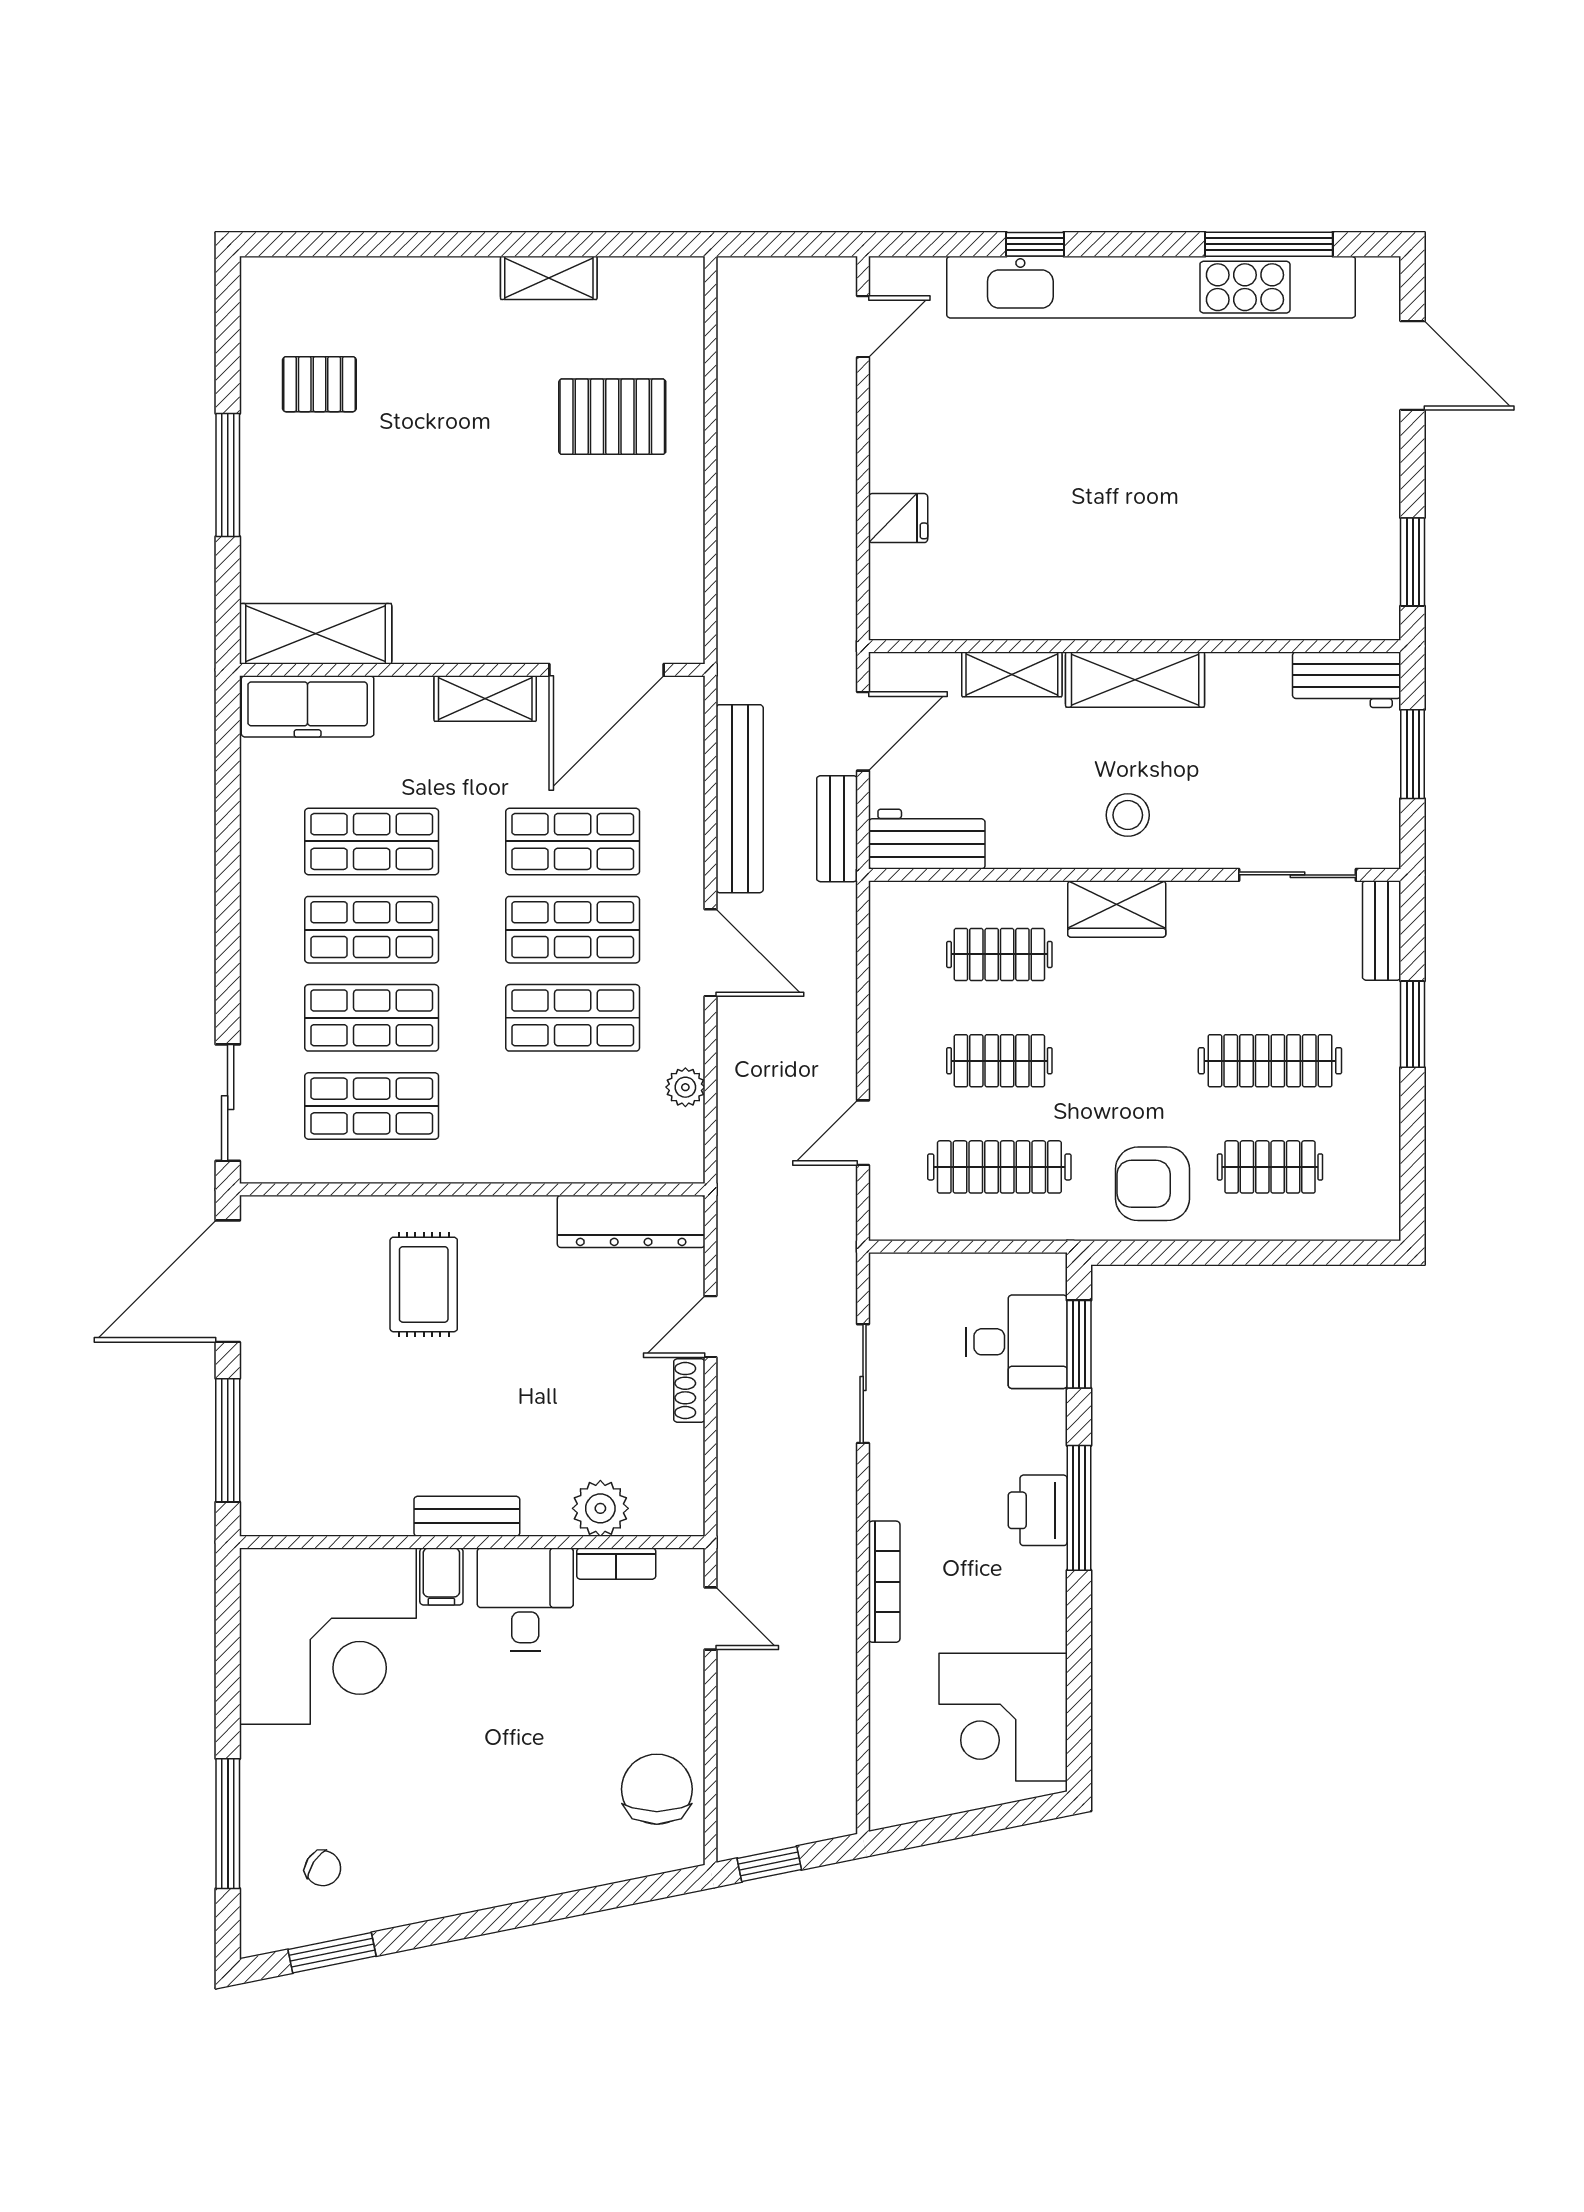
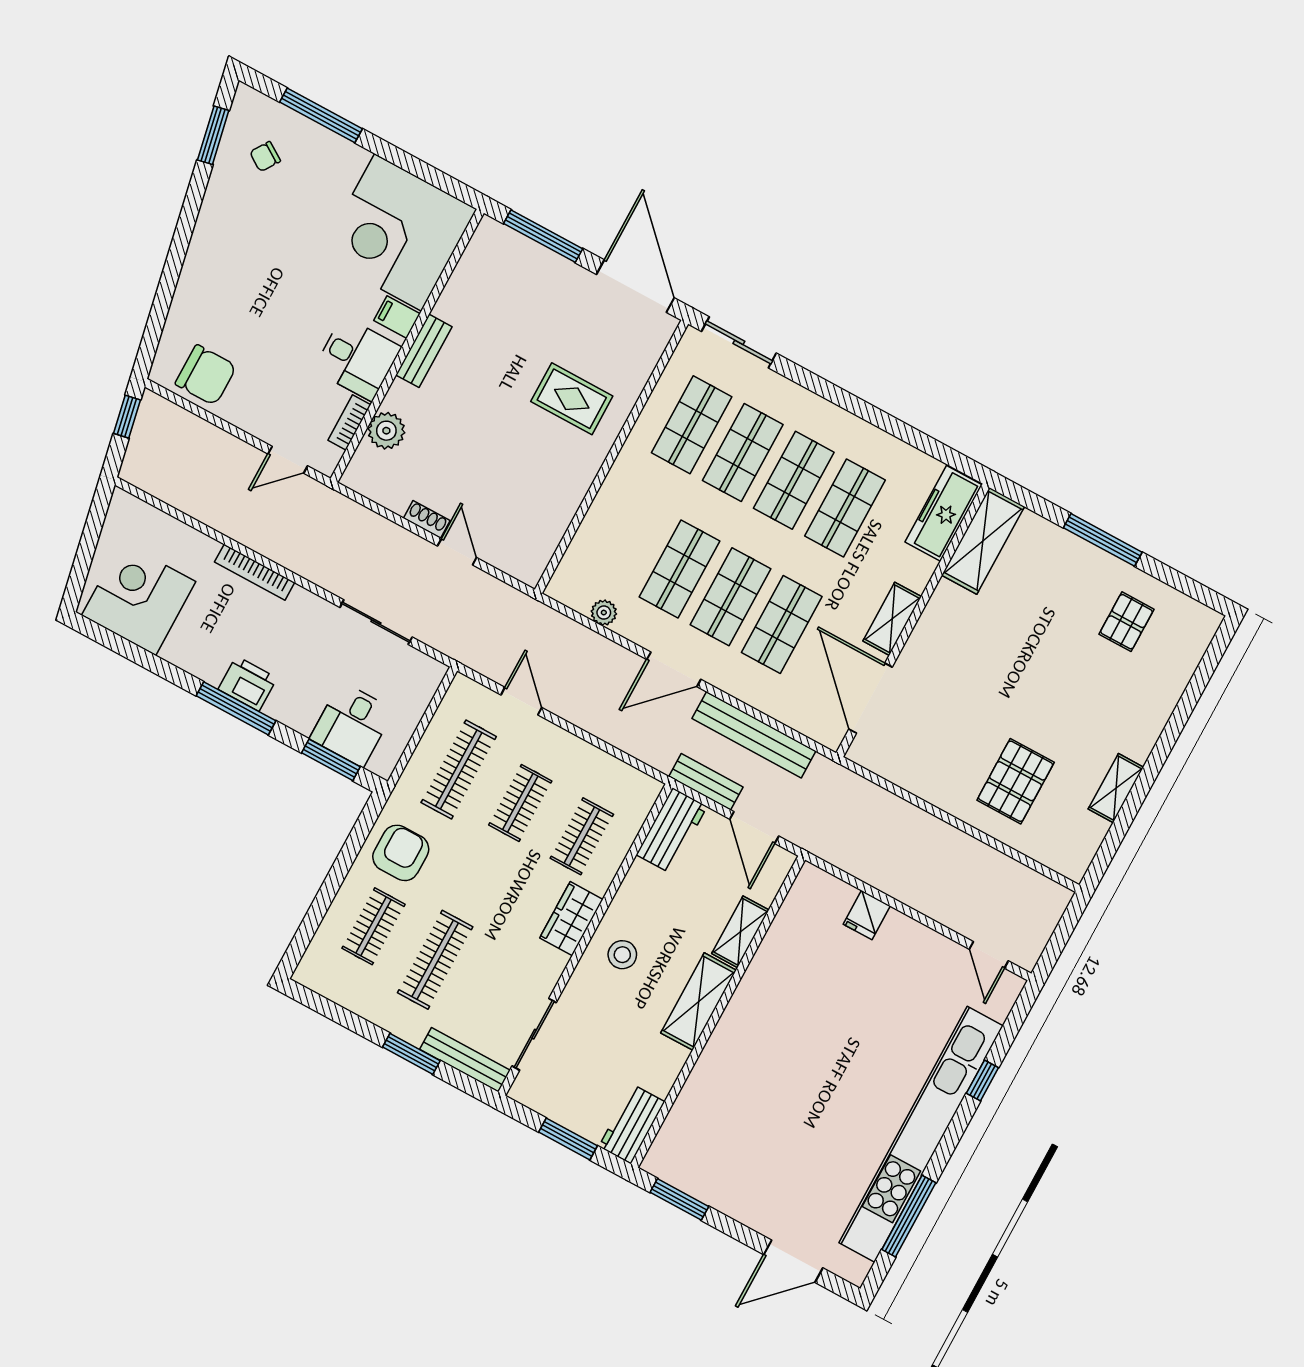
bench: (1382, 930) -> (465, 1060), width x1.36
dresser: (631, 1221) -> (543, 539), removed

